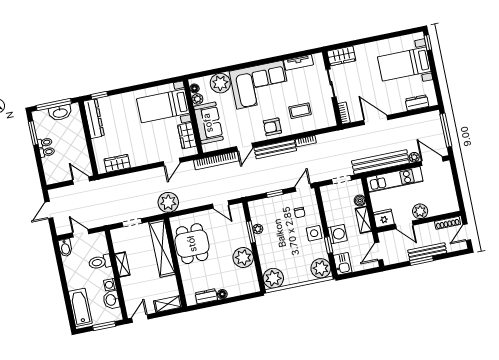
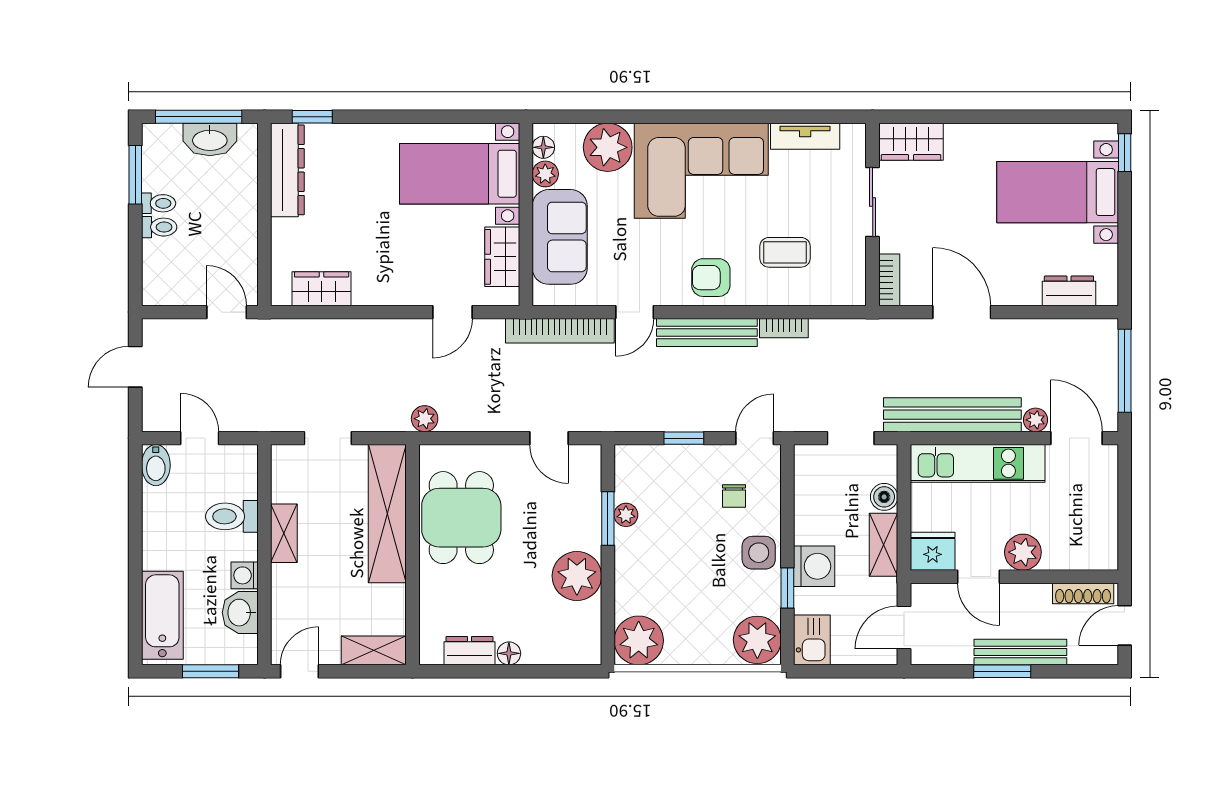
plant: (168, 202) -> (425, 419), width x0.53, depth x0.53

